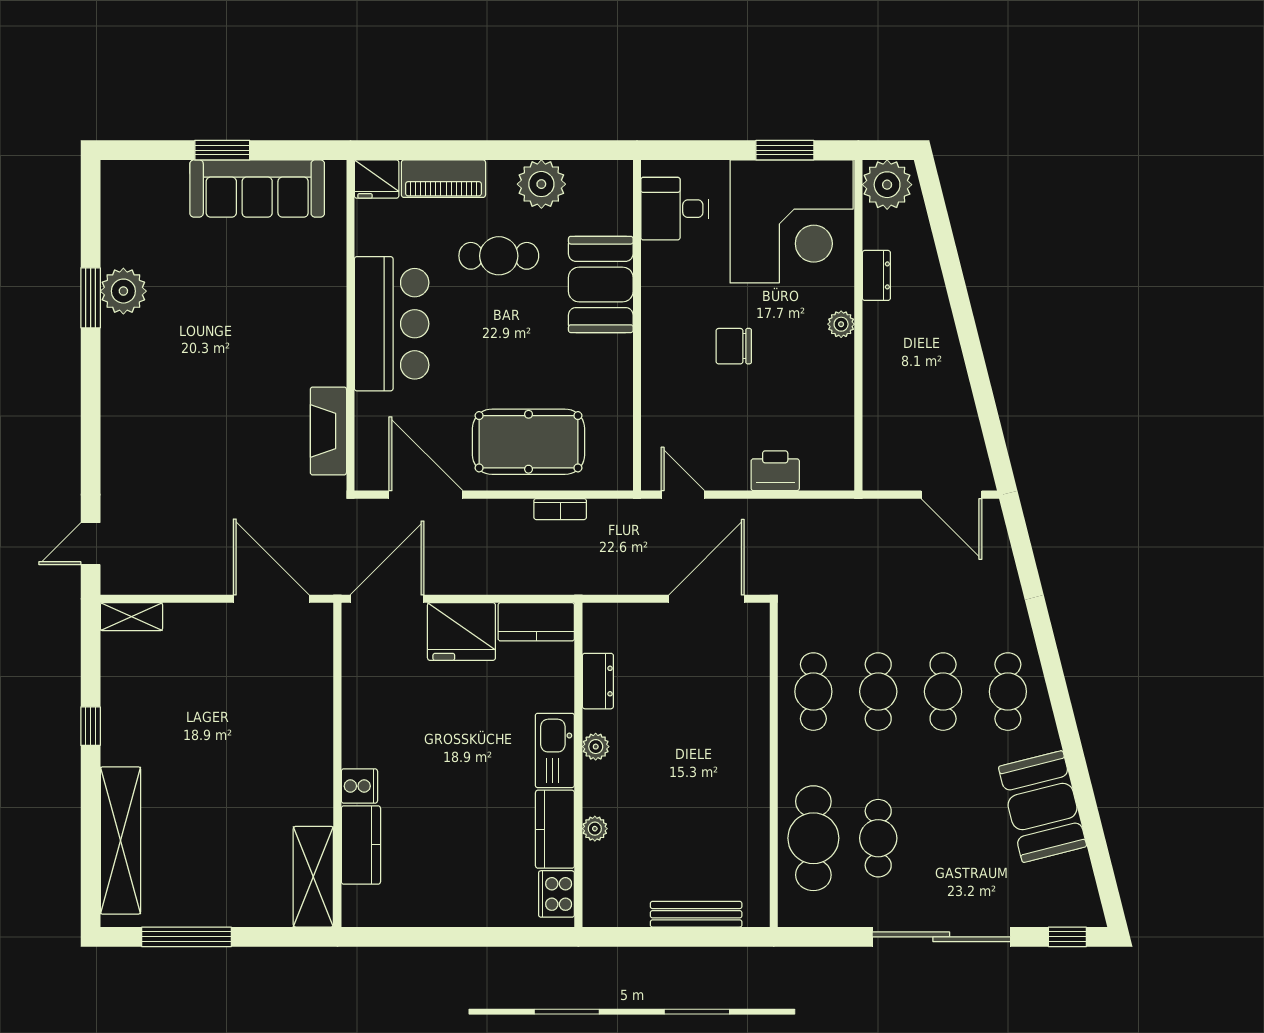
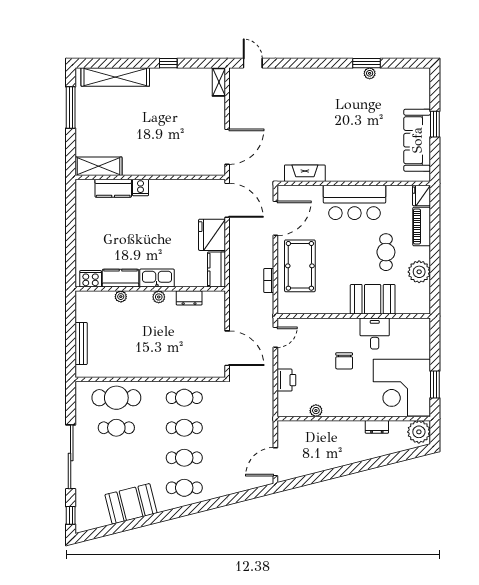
desk: (675, 209) -> (375, 333), moved
plant: (123, 291) -> (370, 73), width x0.53, depth x0.53
plant: (841, 324) -> (316, 411), moved
chair: (734, 346) -> (344, 361), turned 180

